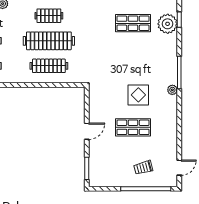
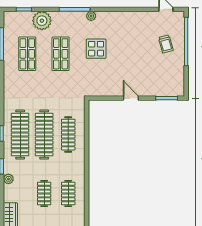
clothes rail: (49, 16) -> (20, 135), width x1.86, depth x1.31
plant: (168, 24) -> (42, 21), moved
shop shelf: (133, 127) -> (61, 54), moved

